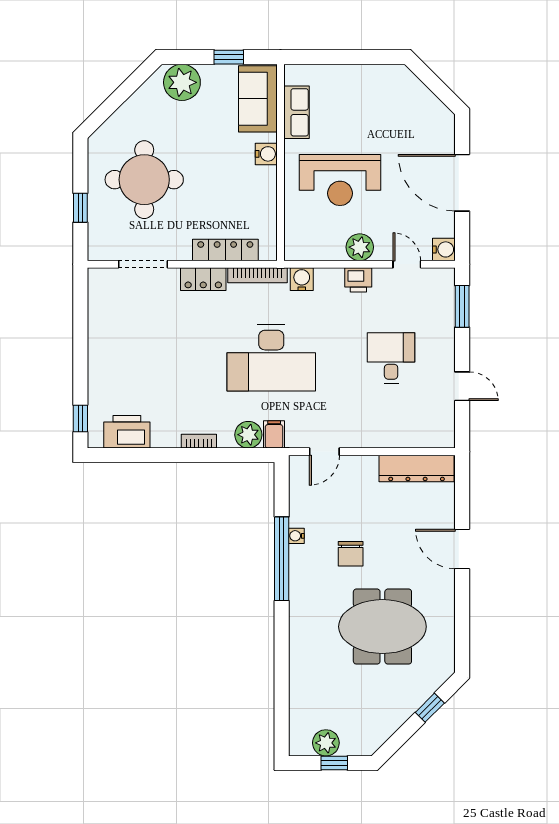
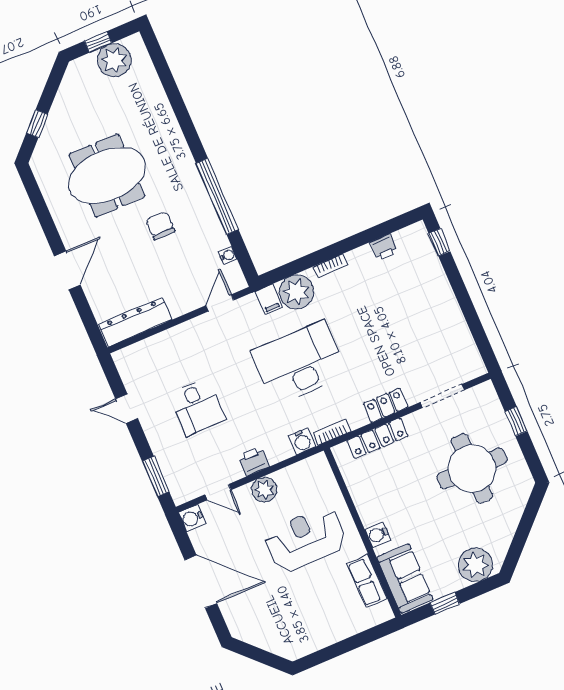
bookcase: (257, 275) -> (332, 432), width x0.64
printer: (127, 432) -> (384, 247), width x0.53, depth x0.68
plant: (248, 435) -> (297, 292), width x1.36, depth x1.36
water cooler: (296, 536) -> (228, 255), moved
door: (462, 549) -> (67, 270), hinge flipped
plant: (326, 743) -> (114, 60), width x1.36, depth x1.36

